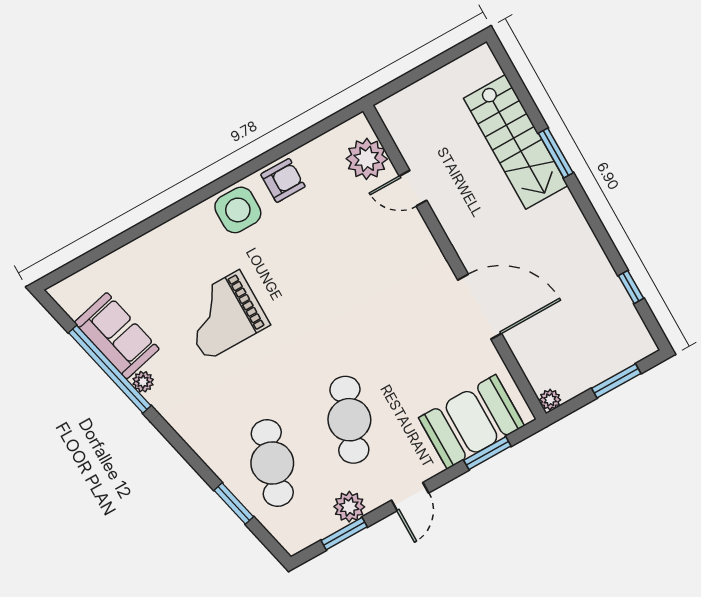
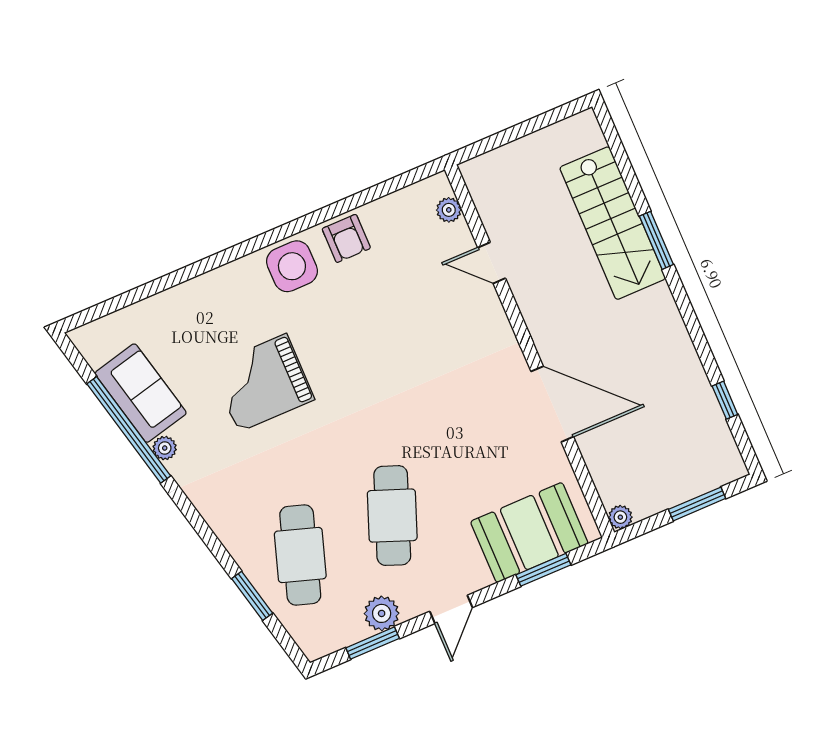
plant: (367, 159) -> (449, 210), width x0.53, depth x0.53
armchair: (283, 180) -> (346, 238), turned 90

